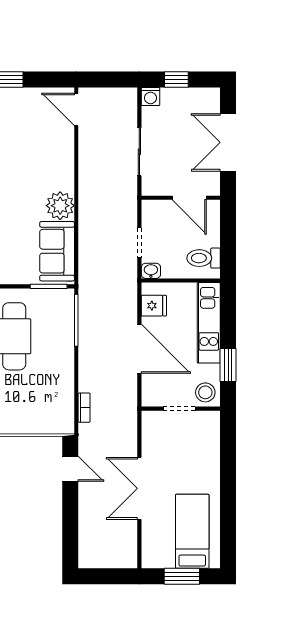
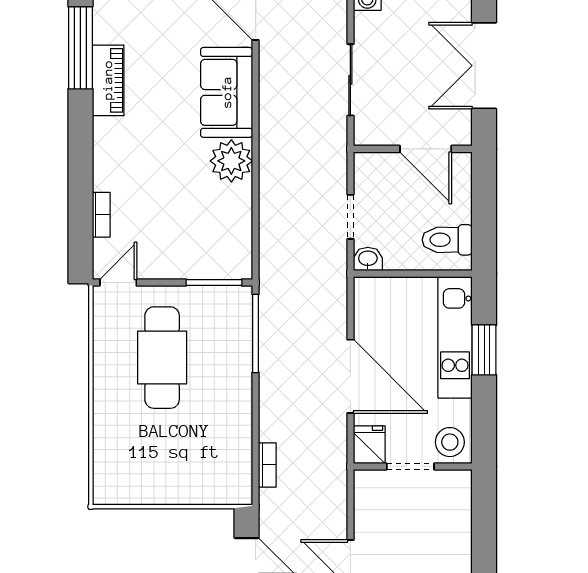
sofa: (57, 251) -> (227, 92), moved
fridge: (154, 306) -> (369, 445), moved, turned -90
window: (228, 365) -> (484, 350), moved

